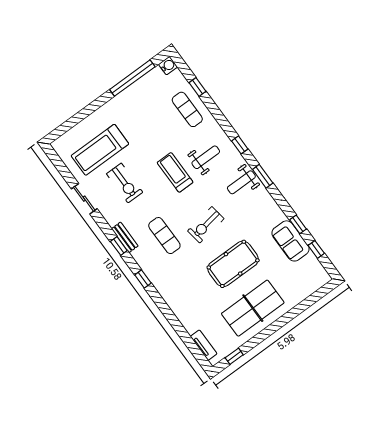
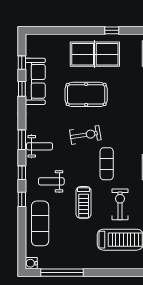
window: (197, 87) -> (22, 199), moved
exercise mat: (187, 109) -> (40, 223), width x1.36, depth x1.45
treadmill: (175, 172) -> (84, 202), moved
exercise mat: (164, 236) -> (107, 164), moved
sofa: (291, 241) -> (35, 81), width x1.36
window: (234, 356) -> (112, 30), moved

